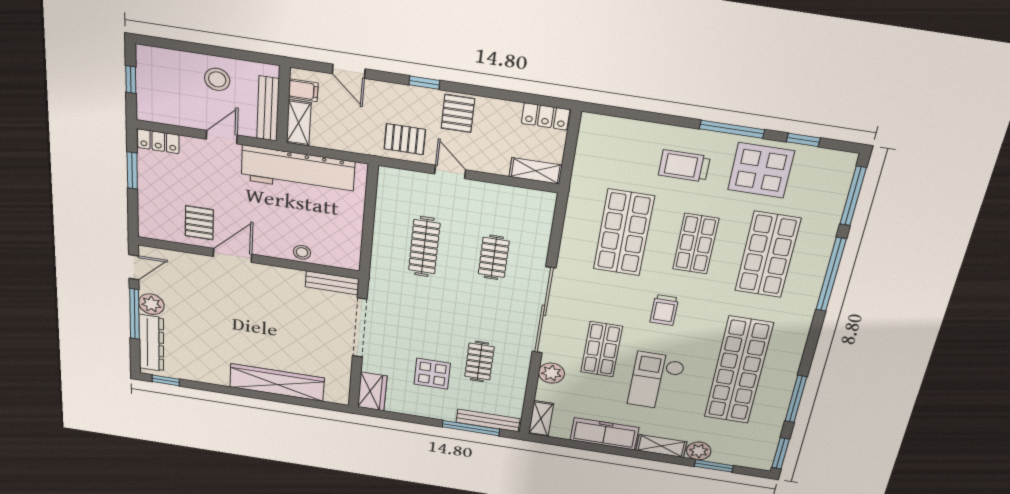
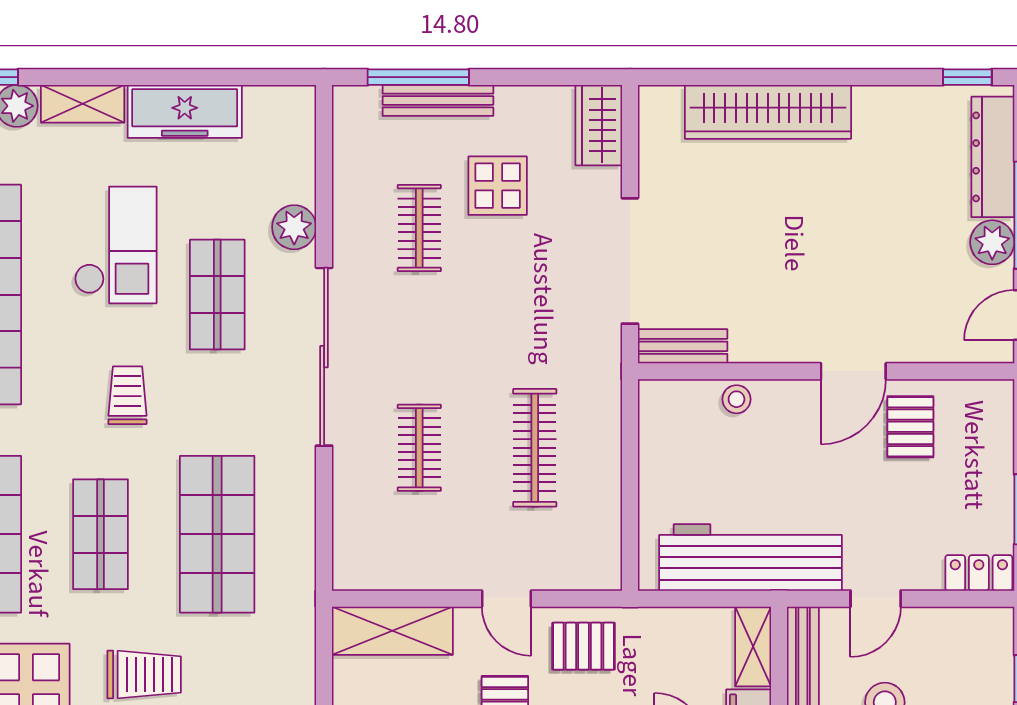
shelving: (536, 171) -> (392, 631), width x1.50, depth x1.33
shelving: (541, 419) -> (299, 123), removed
bench: (488, 420) -> (438, 100), moved

